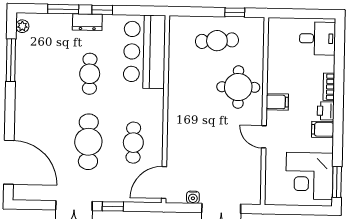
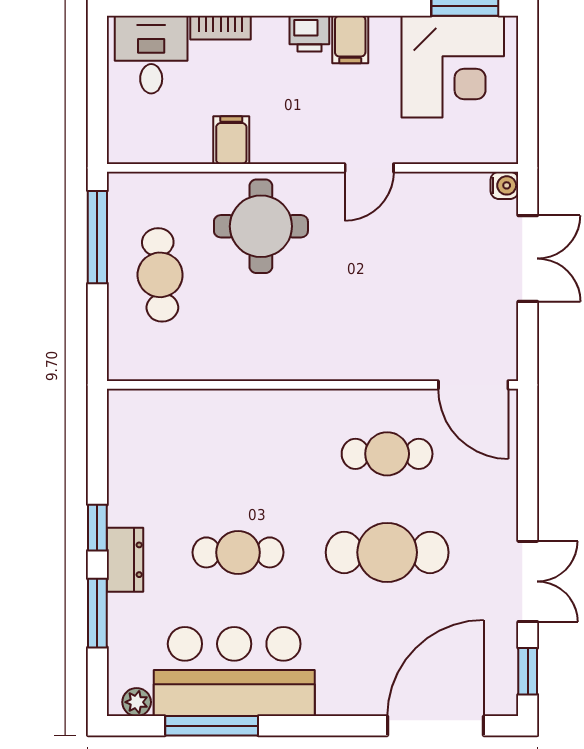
window: (235, 12) -> (97, 237), width x2.17
bar counter: (144, 52) -> (234, 672), moved, turned 180
bookcase: (329, 87) -> (221, 28), moved
filing cabinet: (277, 102) -> (231, 140), moved
water cooler: (193, 197) -> (504, 185), moved
window: (113, 206) -> (528, 671), moved

